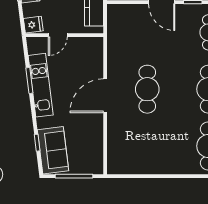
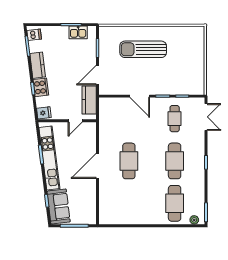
door: (58, 35) -> (75, 121), moved
kitchen unit: (41, 85) -> (49, 158), width x1.36

